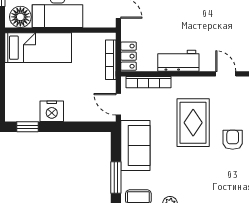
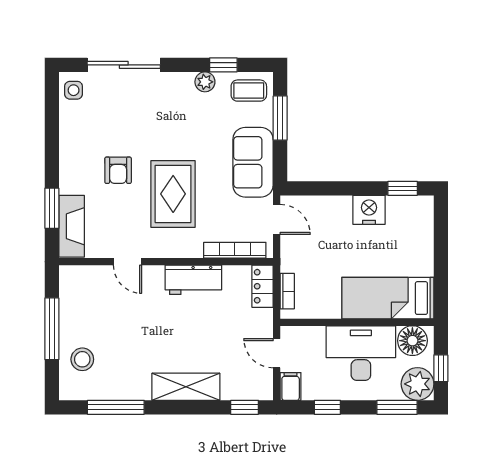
bookcase: (111, 60) -> (287, 291), width x0.64

